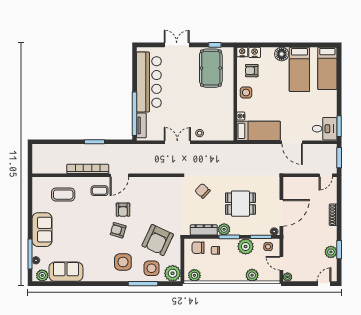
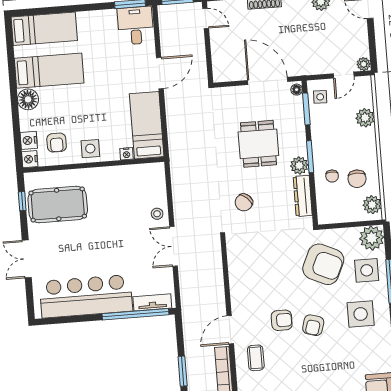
door: (119, 175) -> (230, 330), swing flipped
plant: (246, 246) -> (323, 131), removed
chair: (198, 248) -> (357, 179), moved

